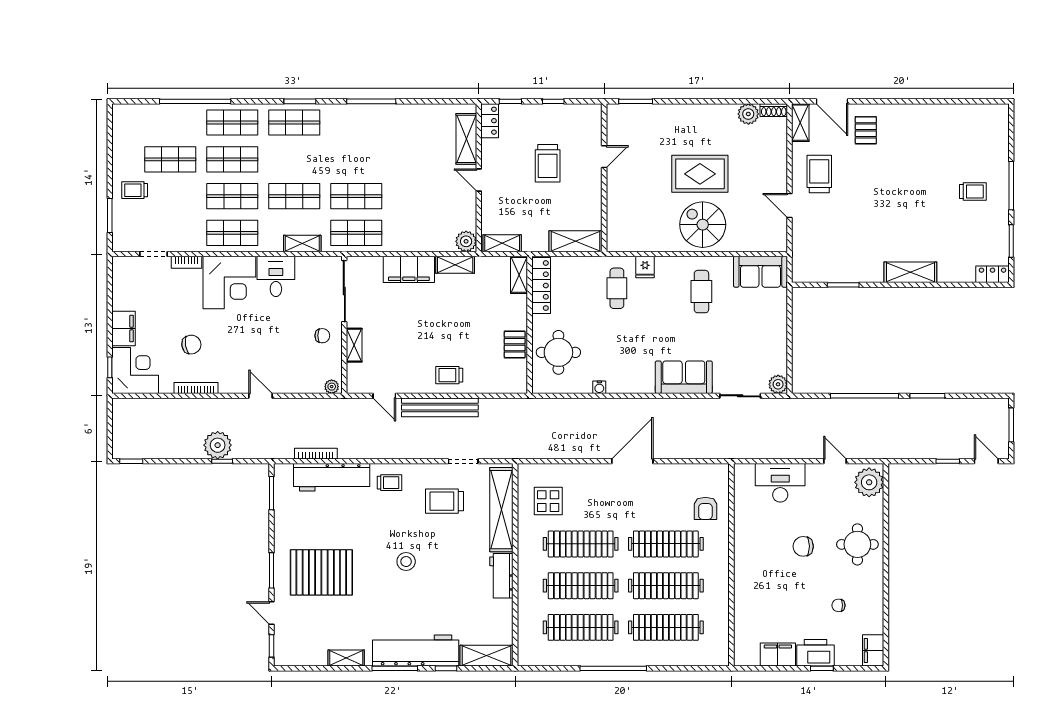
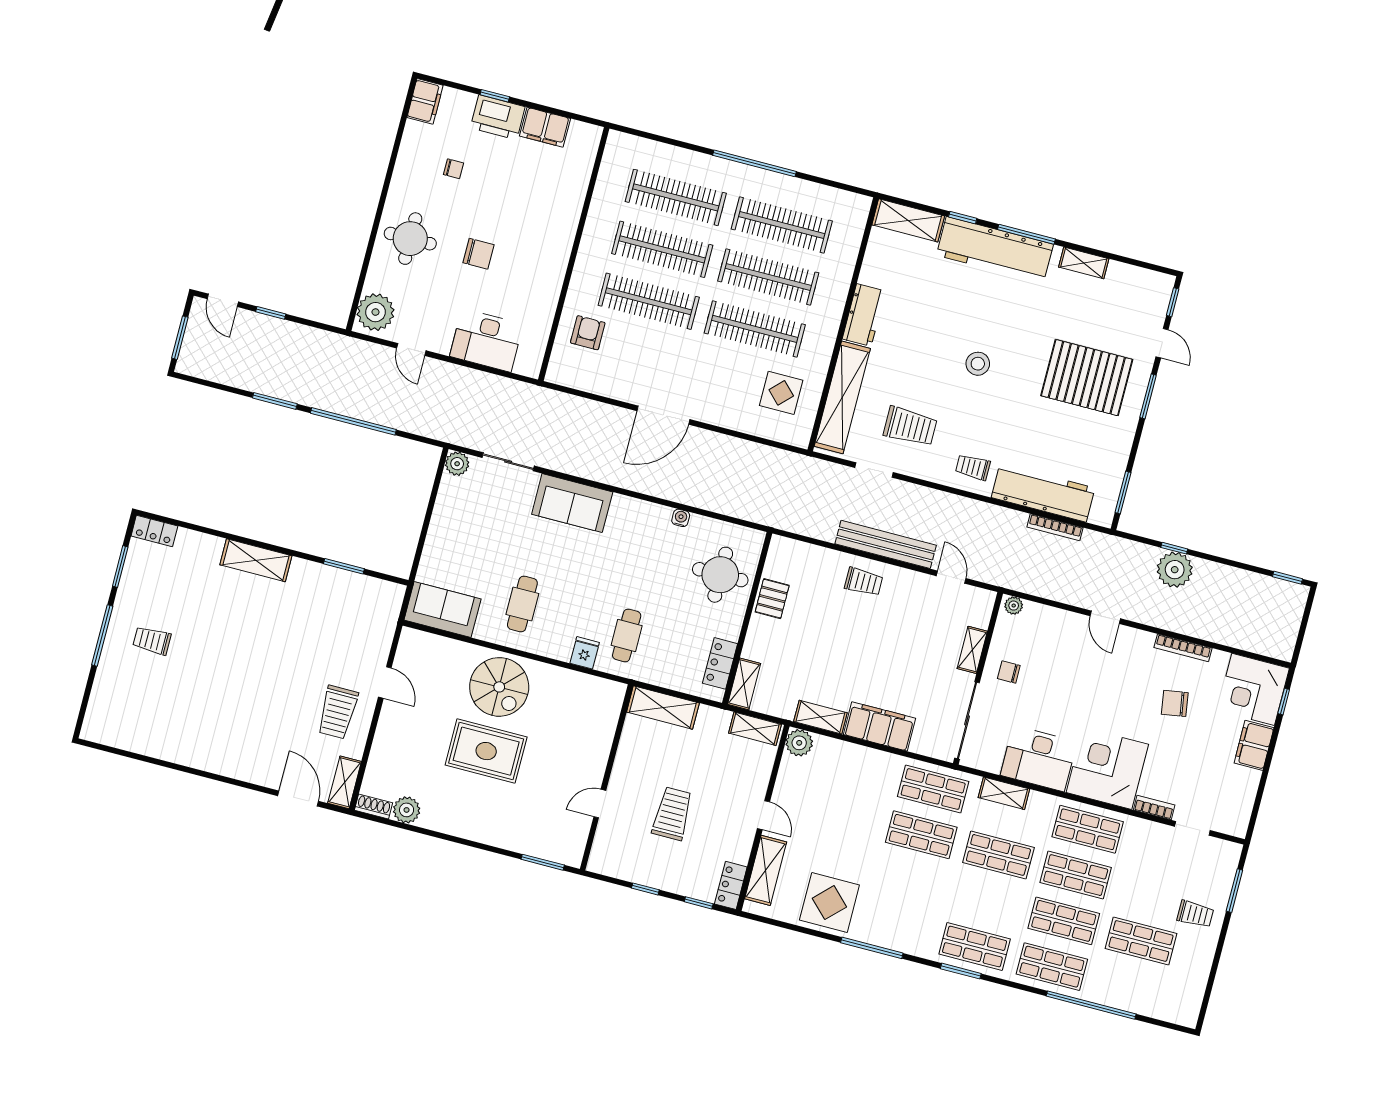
display table: (412, 127) -> (829, 903), added
pallet: (866, 130) -> (265, 751), removed
desk: (276, 276) -> (1039, 759), width x1.37
locker: (541, 286) -> (720, 663), width x0.66

